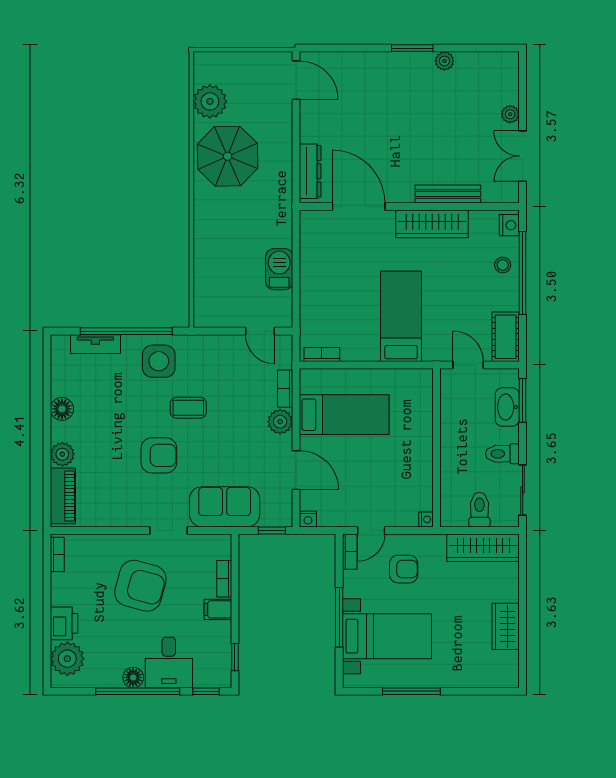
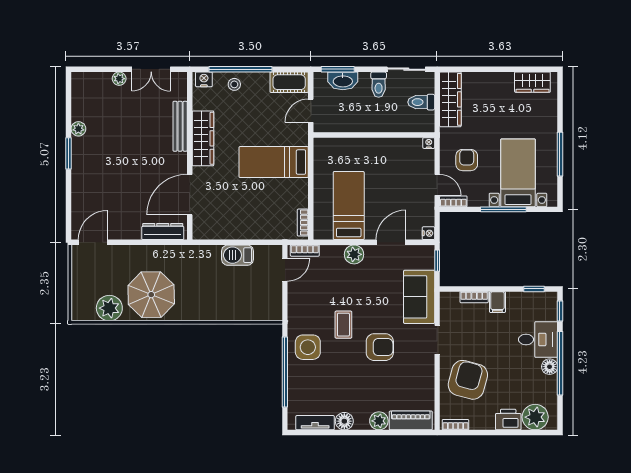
tv unit: (95, 344) -> (315, 423), moved, turned -90
bookcase: (285, 389) -> (305, 251), moved
armchair: (159, 455) -> (380, 347), turned 90
armchair: (140, 586) -> (468, 380), moved
wardrobe: (506, 626) -> (532, 82), moved

